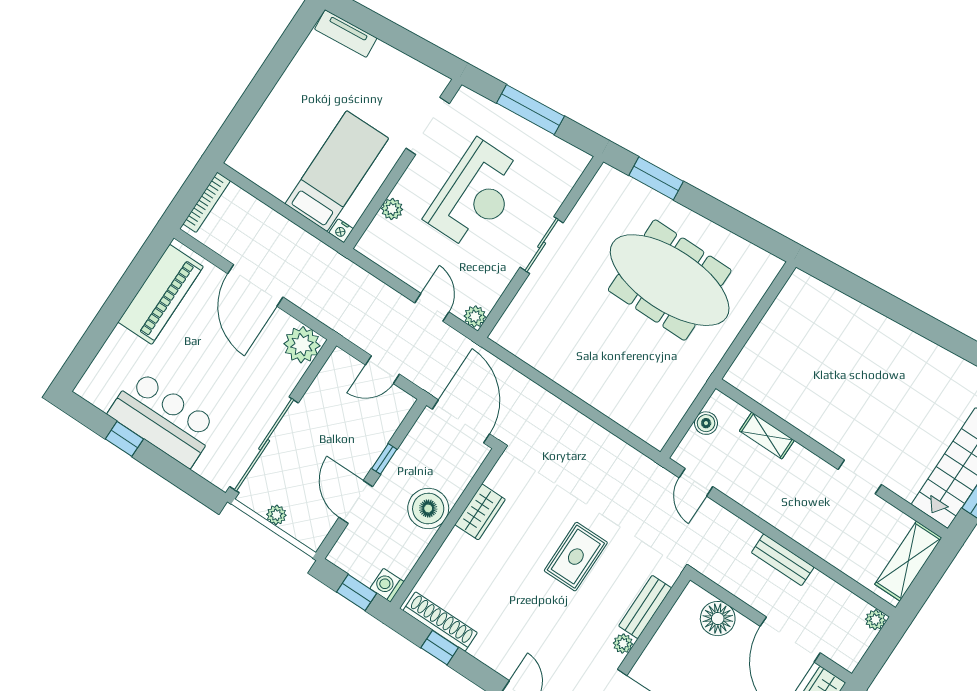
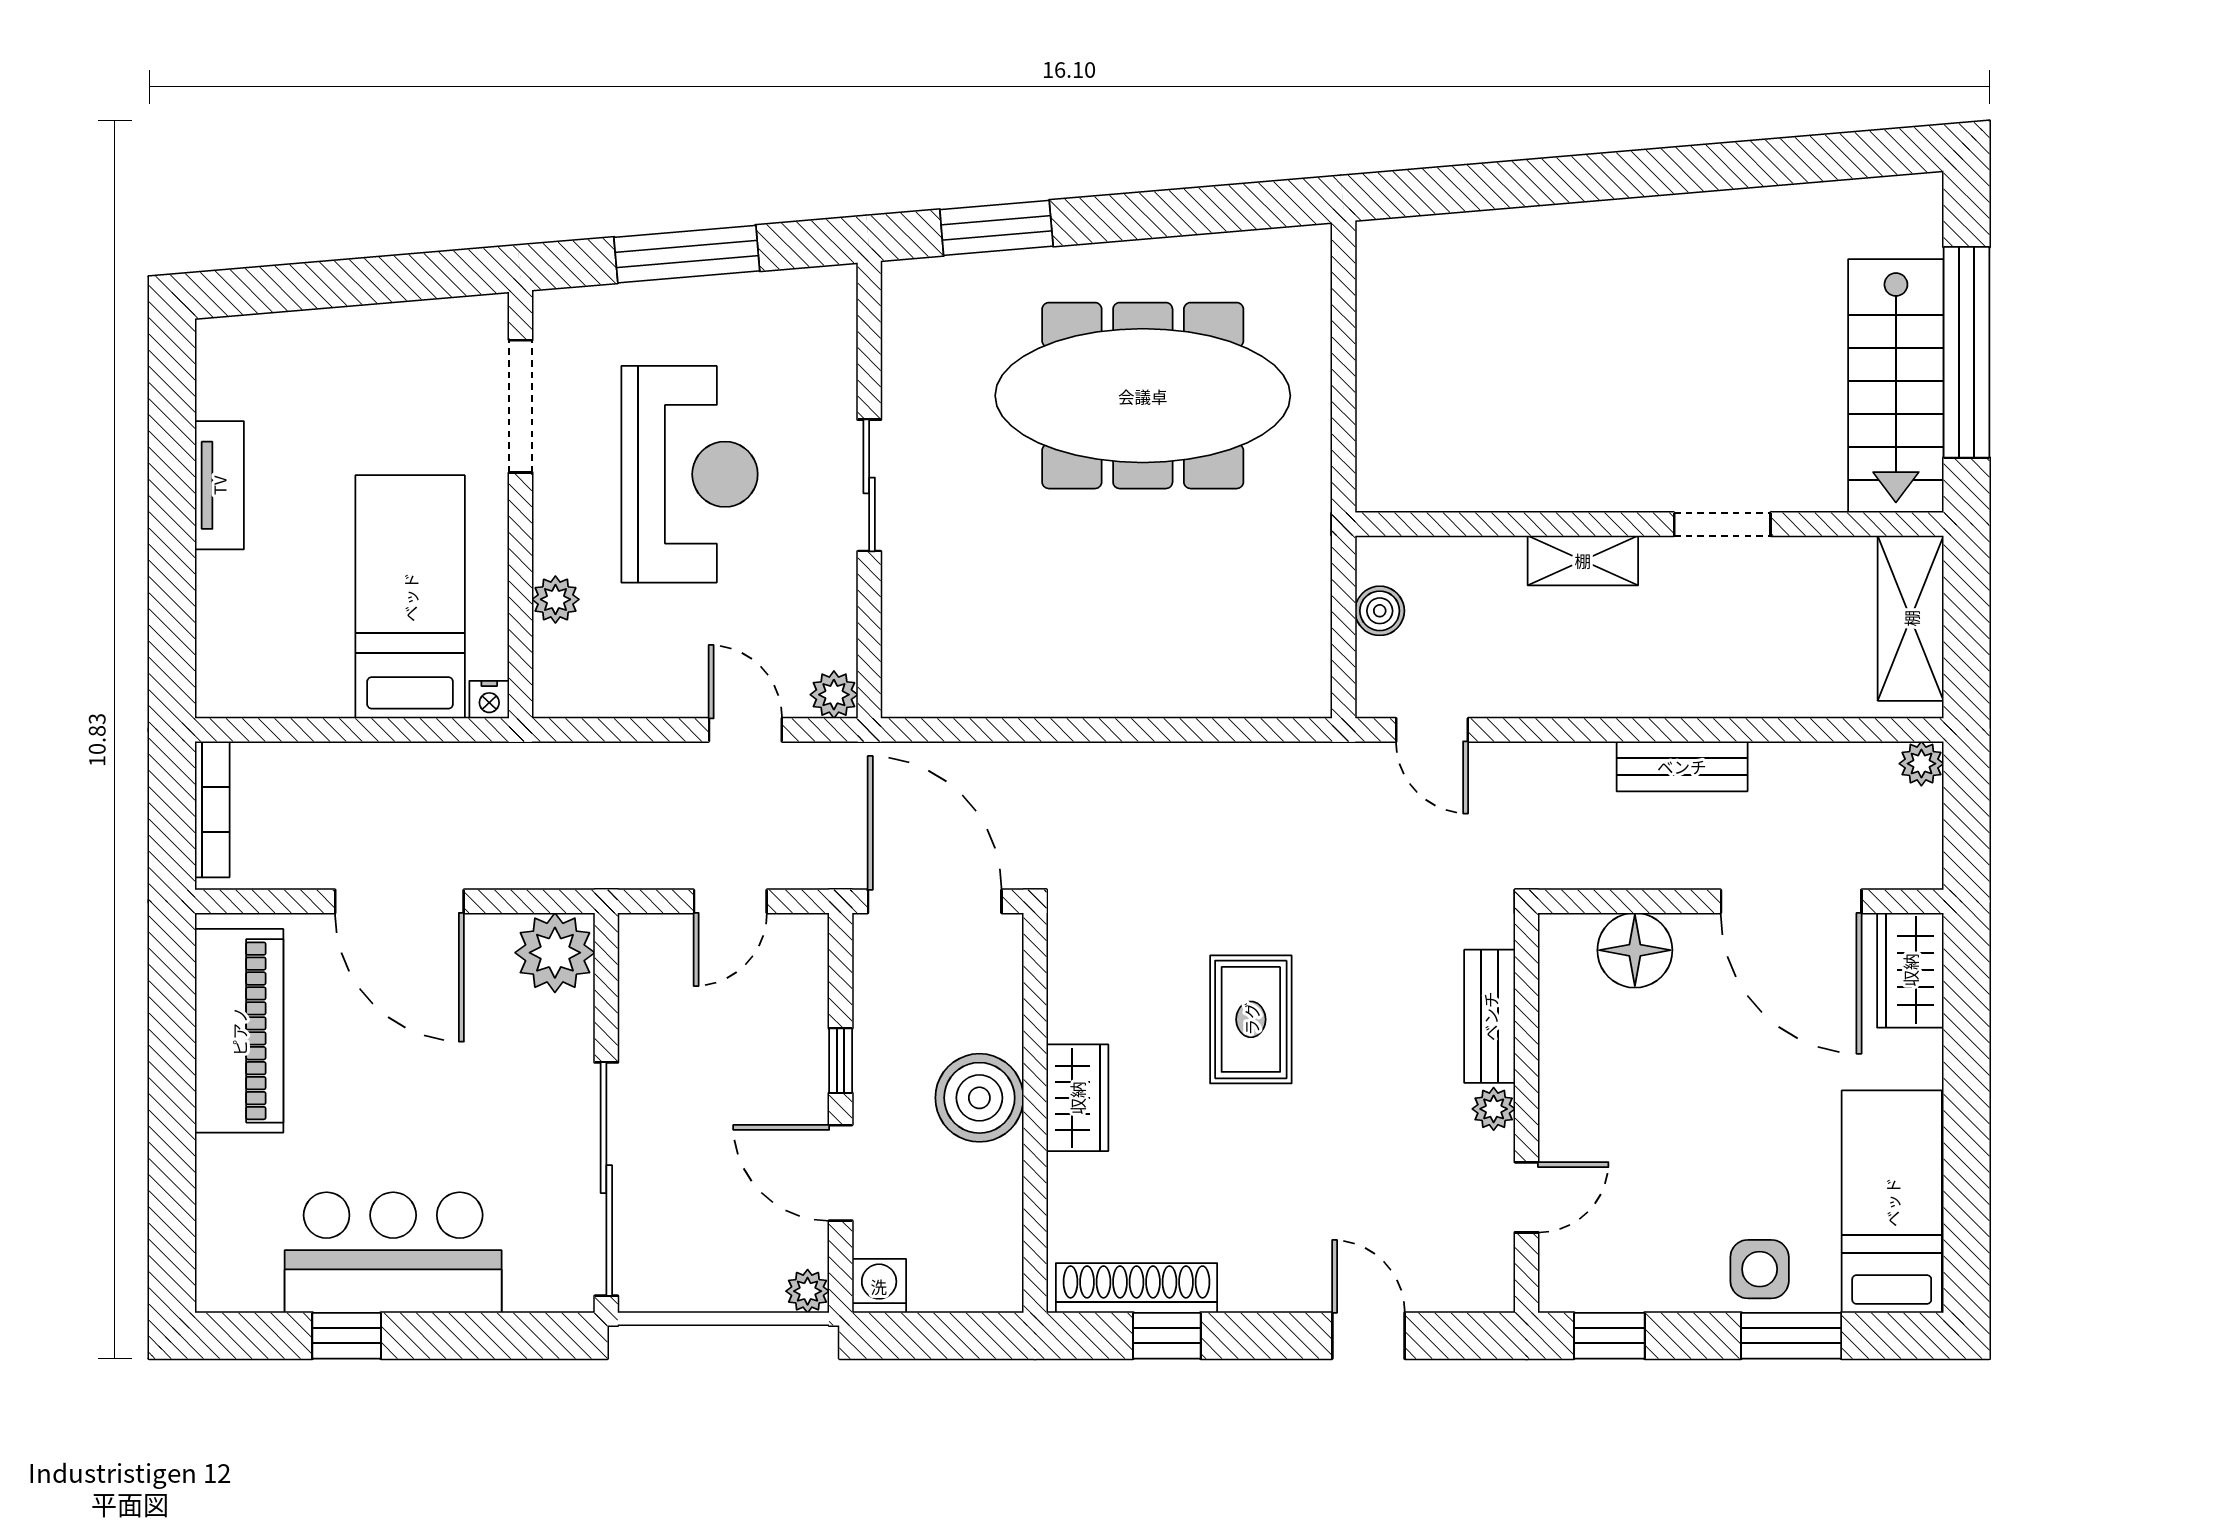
tv unit: (346, 34) -> (219, 485), moved, turned -85
shelving: (767, 436) -> (1583, 560), moved
wardrobe: (480, 512) -> (1077, 1098), moved
plant: (276, 515) -> (808, 1291), moved
rug: (576, 557) -> (1251, 1019), moved
washing machine: (387, 585) -> (879, 1286), moved, turned 90
window: (357, 593) -> (951, 1336), removed

